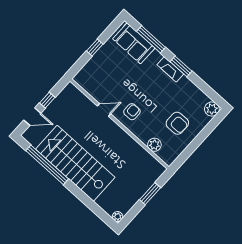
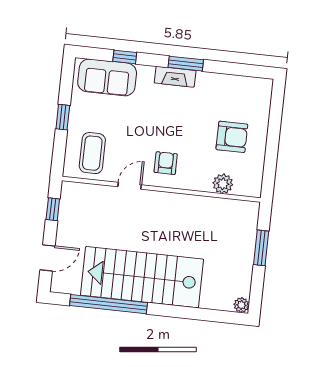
window: (151, 39) -> (125, 57), width x0.46
coffee table: (97, 78) -> (92, 153), added
window: (47, 100) -> (53, 209), moved
plant: (212, 109) -> (262, 89), removed

